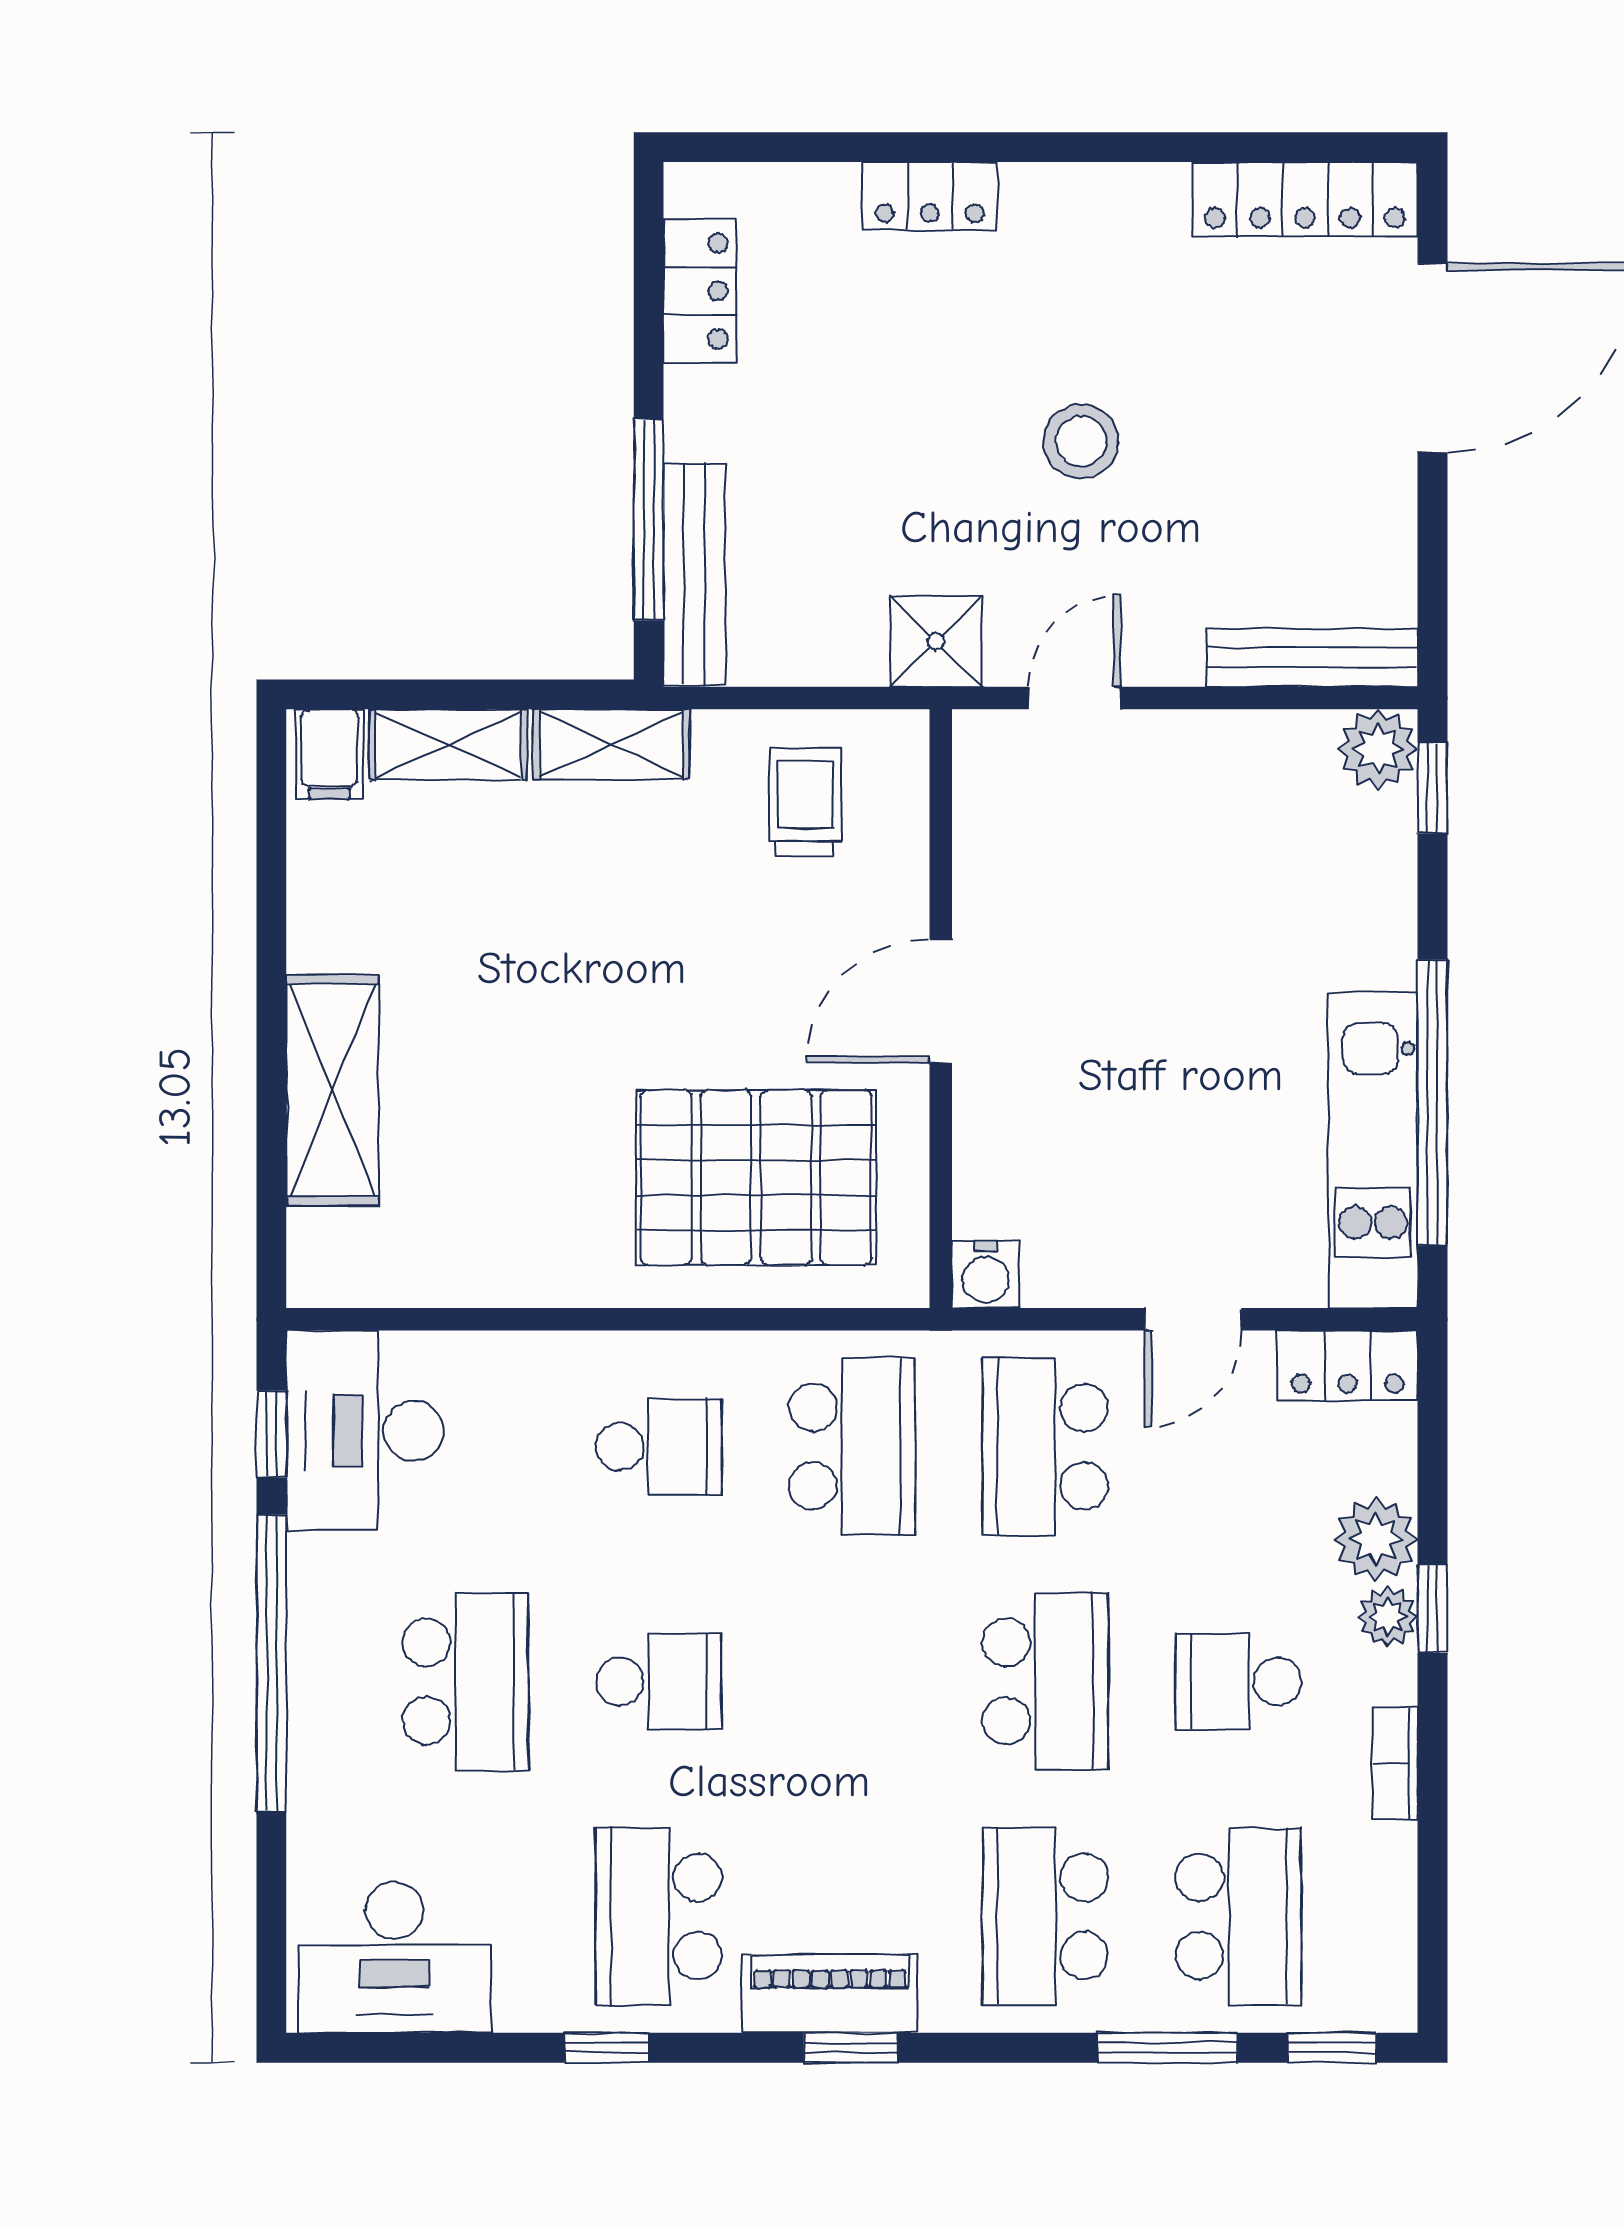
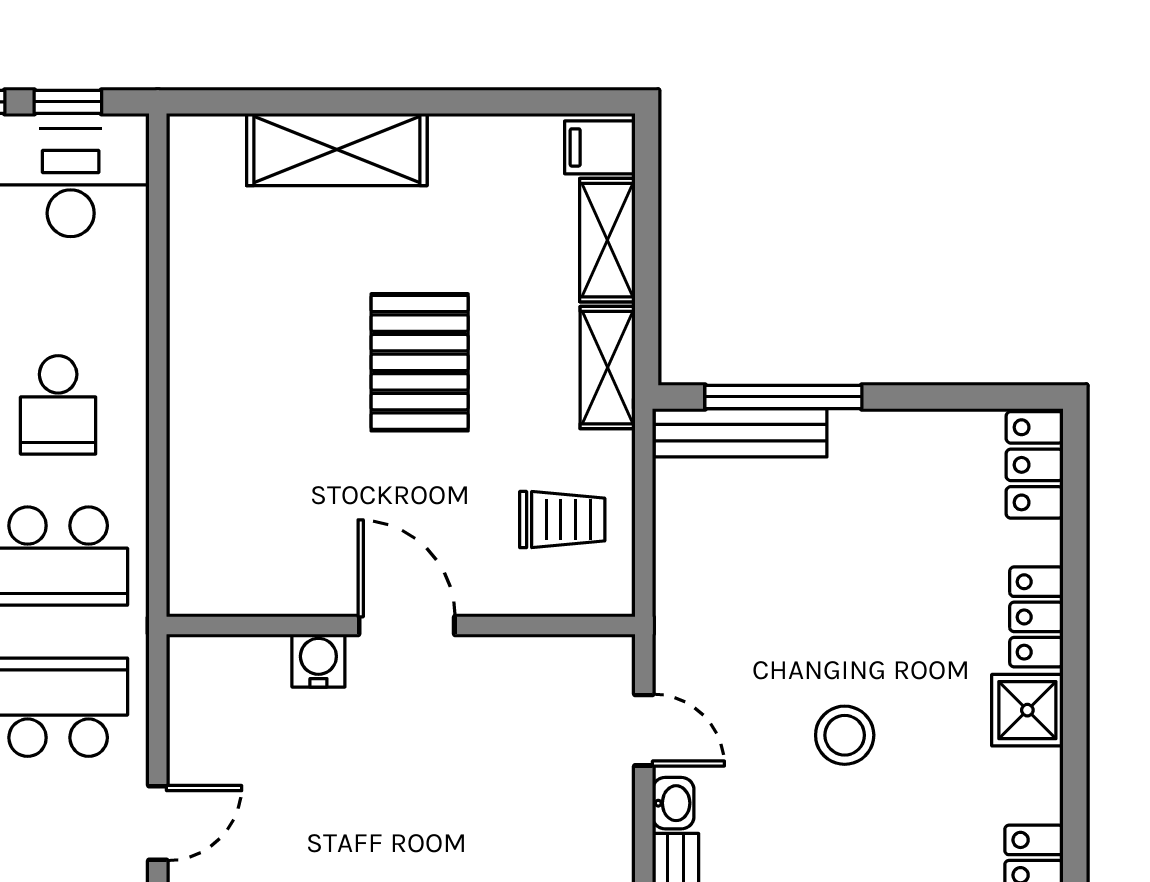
locker: (700, 291) -> (1035, 465), moved, turned 90
shower: (936, 641) -> (1027, 710), moved
washbasin: (1168, 660) -> (673, 803), added
pallet: (756, 1178) -> (420, 362), moved, width x0.73, depth x0.71
water cooler: (986, 1274) -> (318, 661), moved, turned 90
door: (1193, 1319) -> (158, 823), swing flipped

